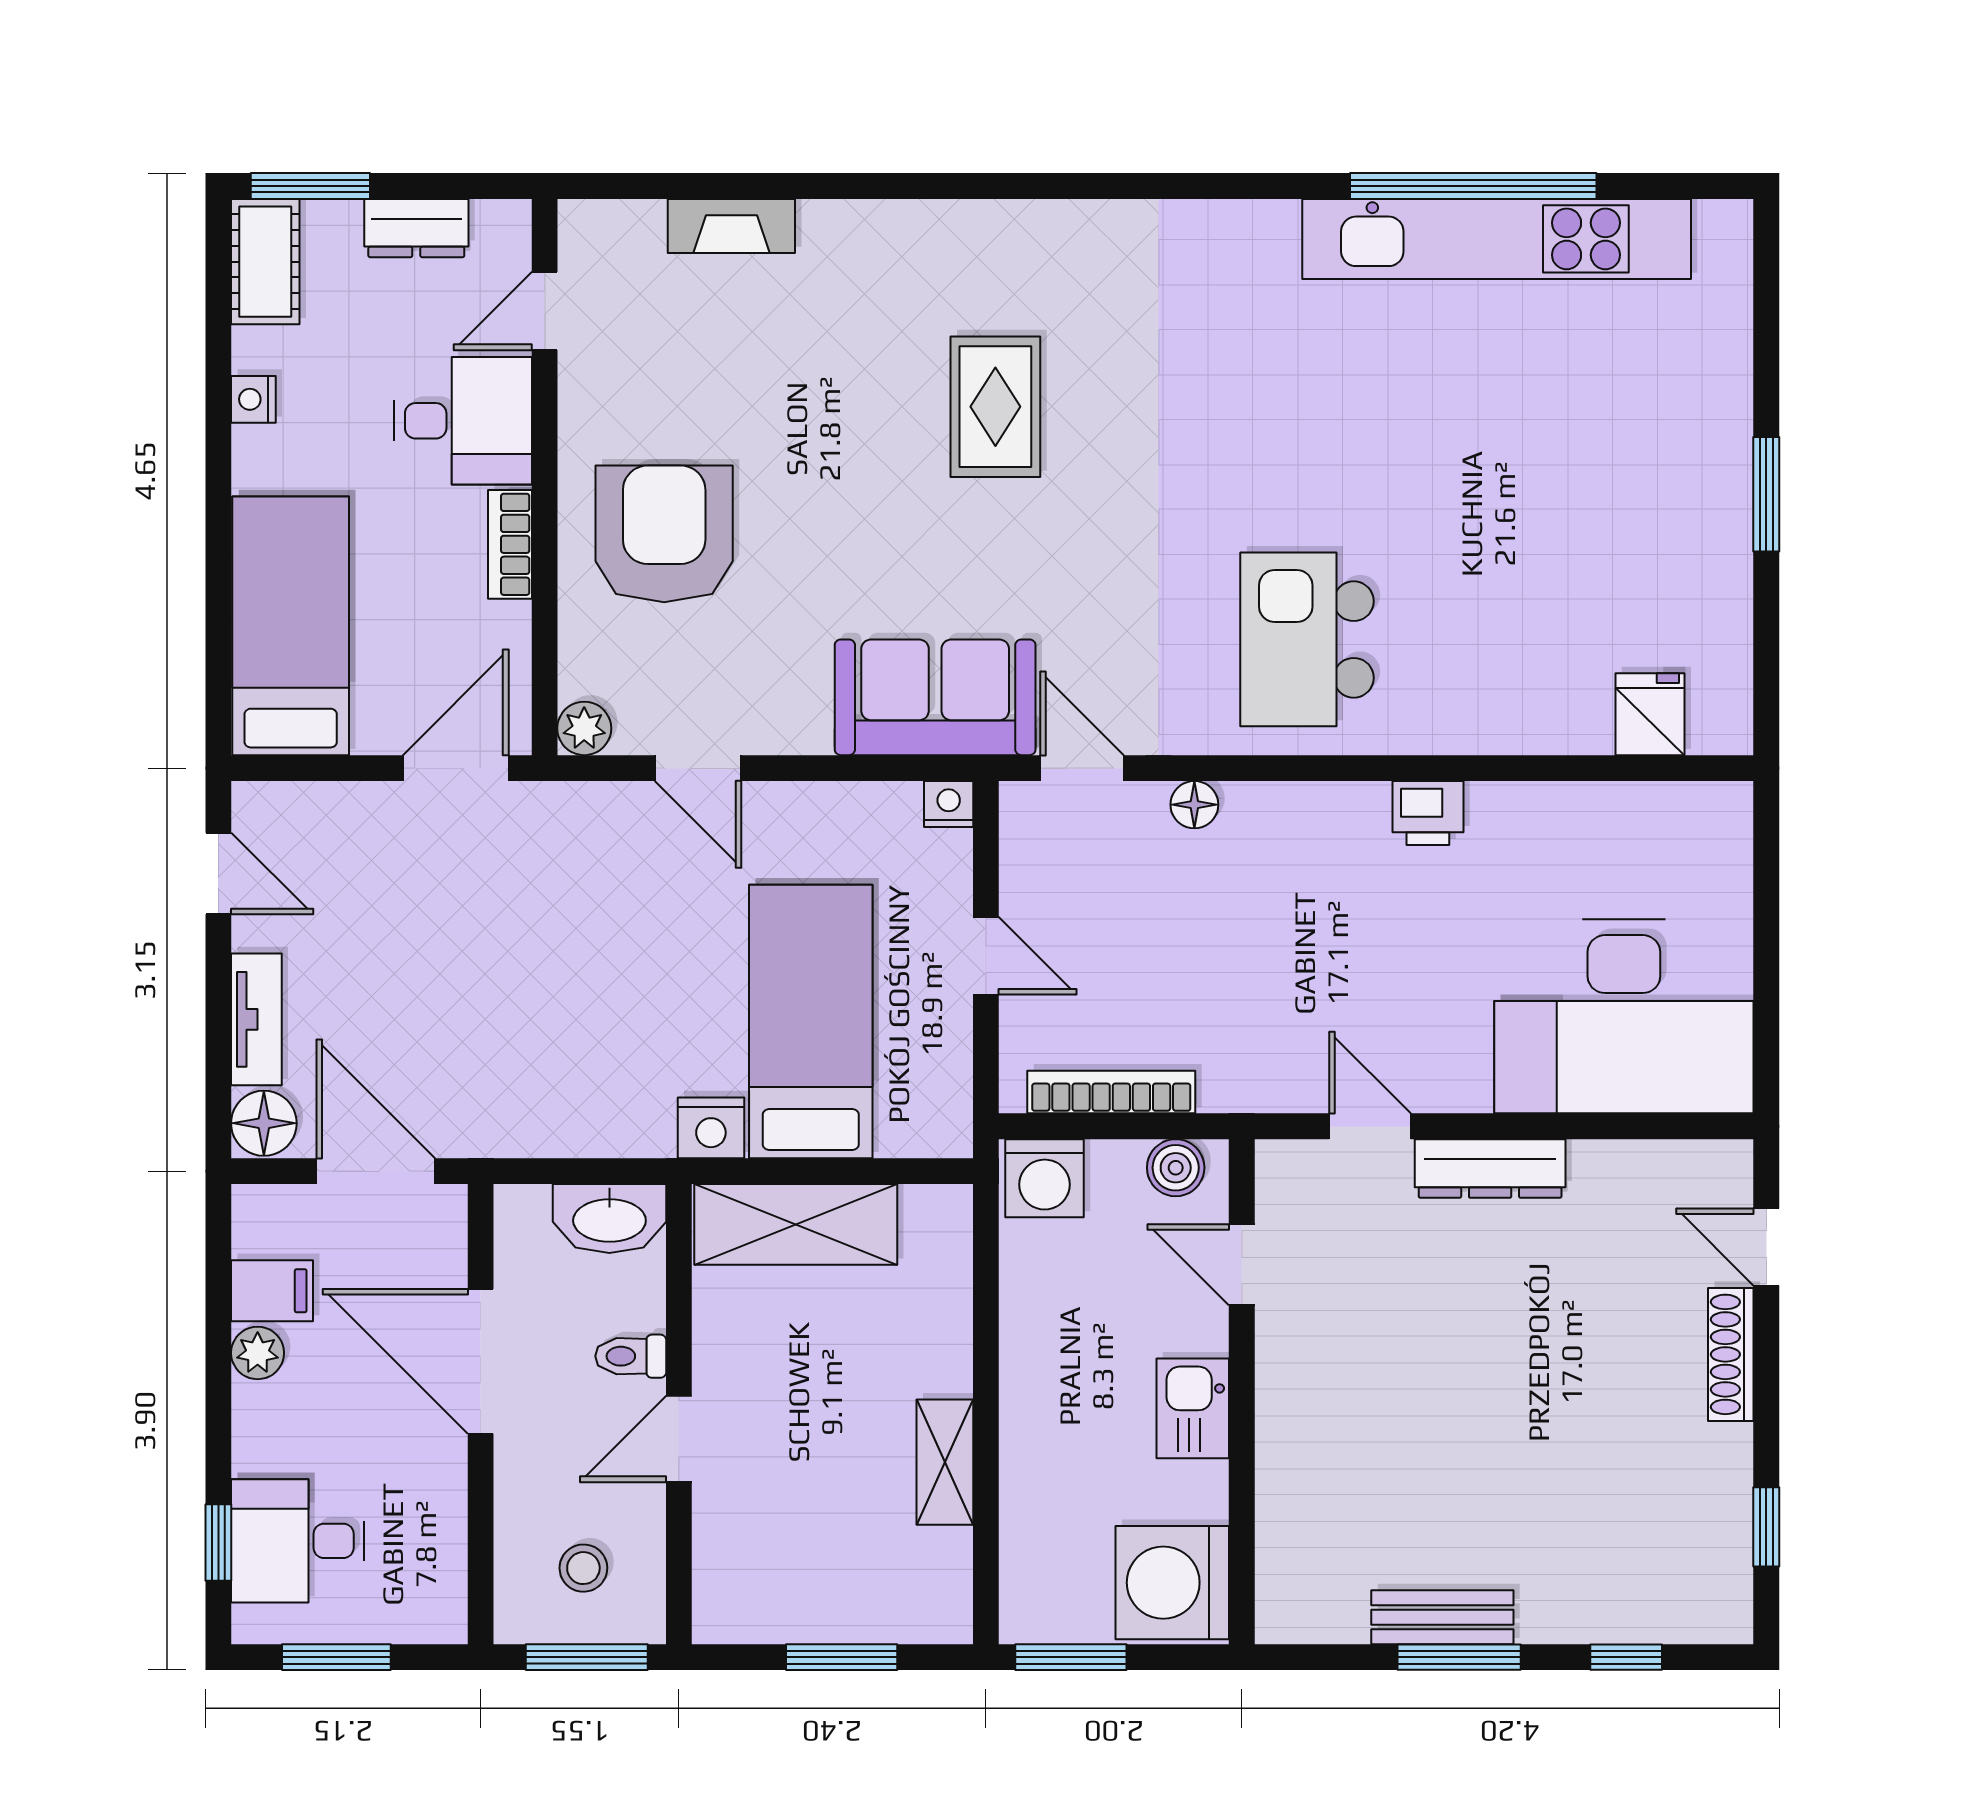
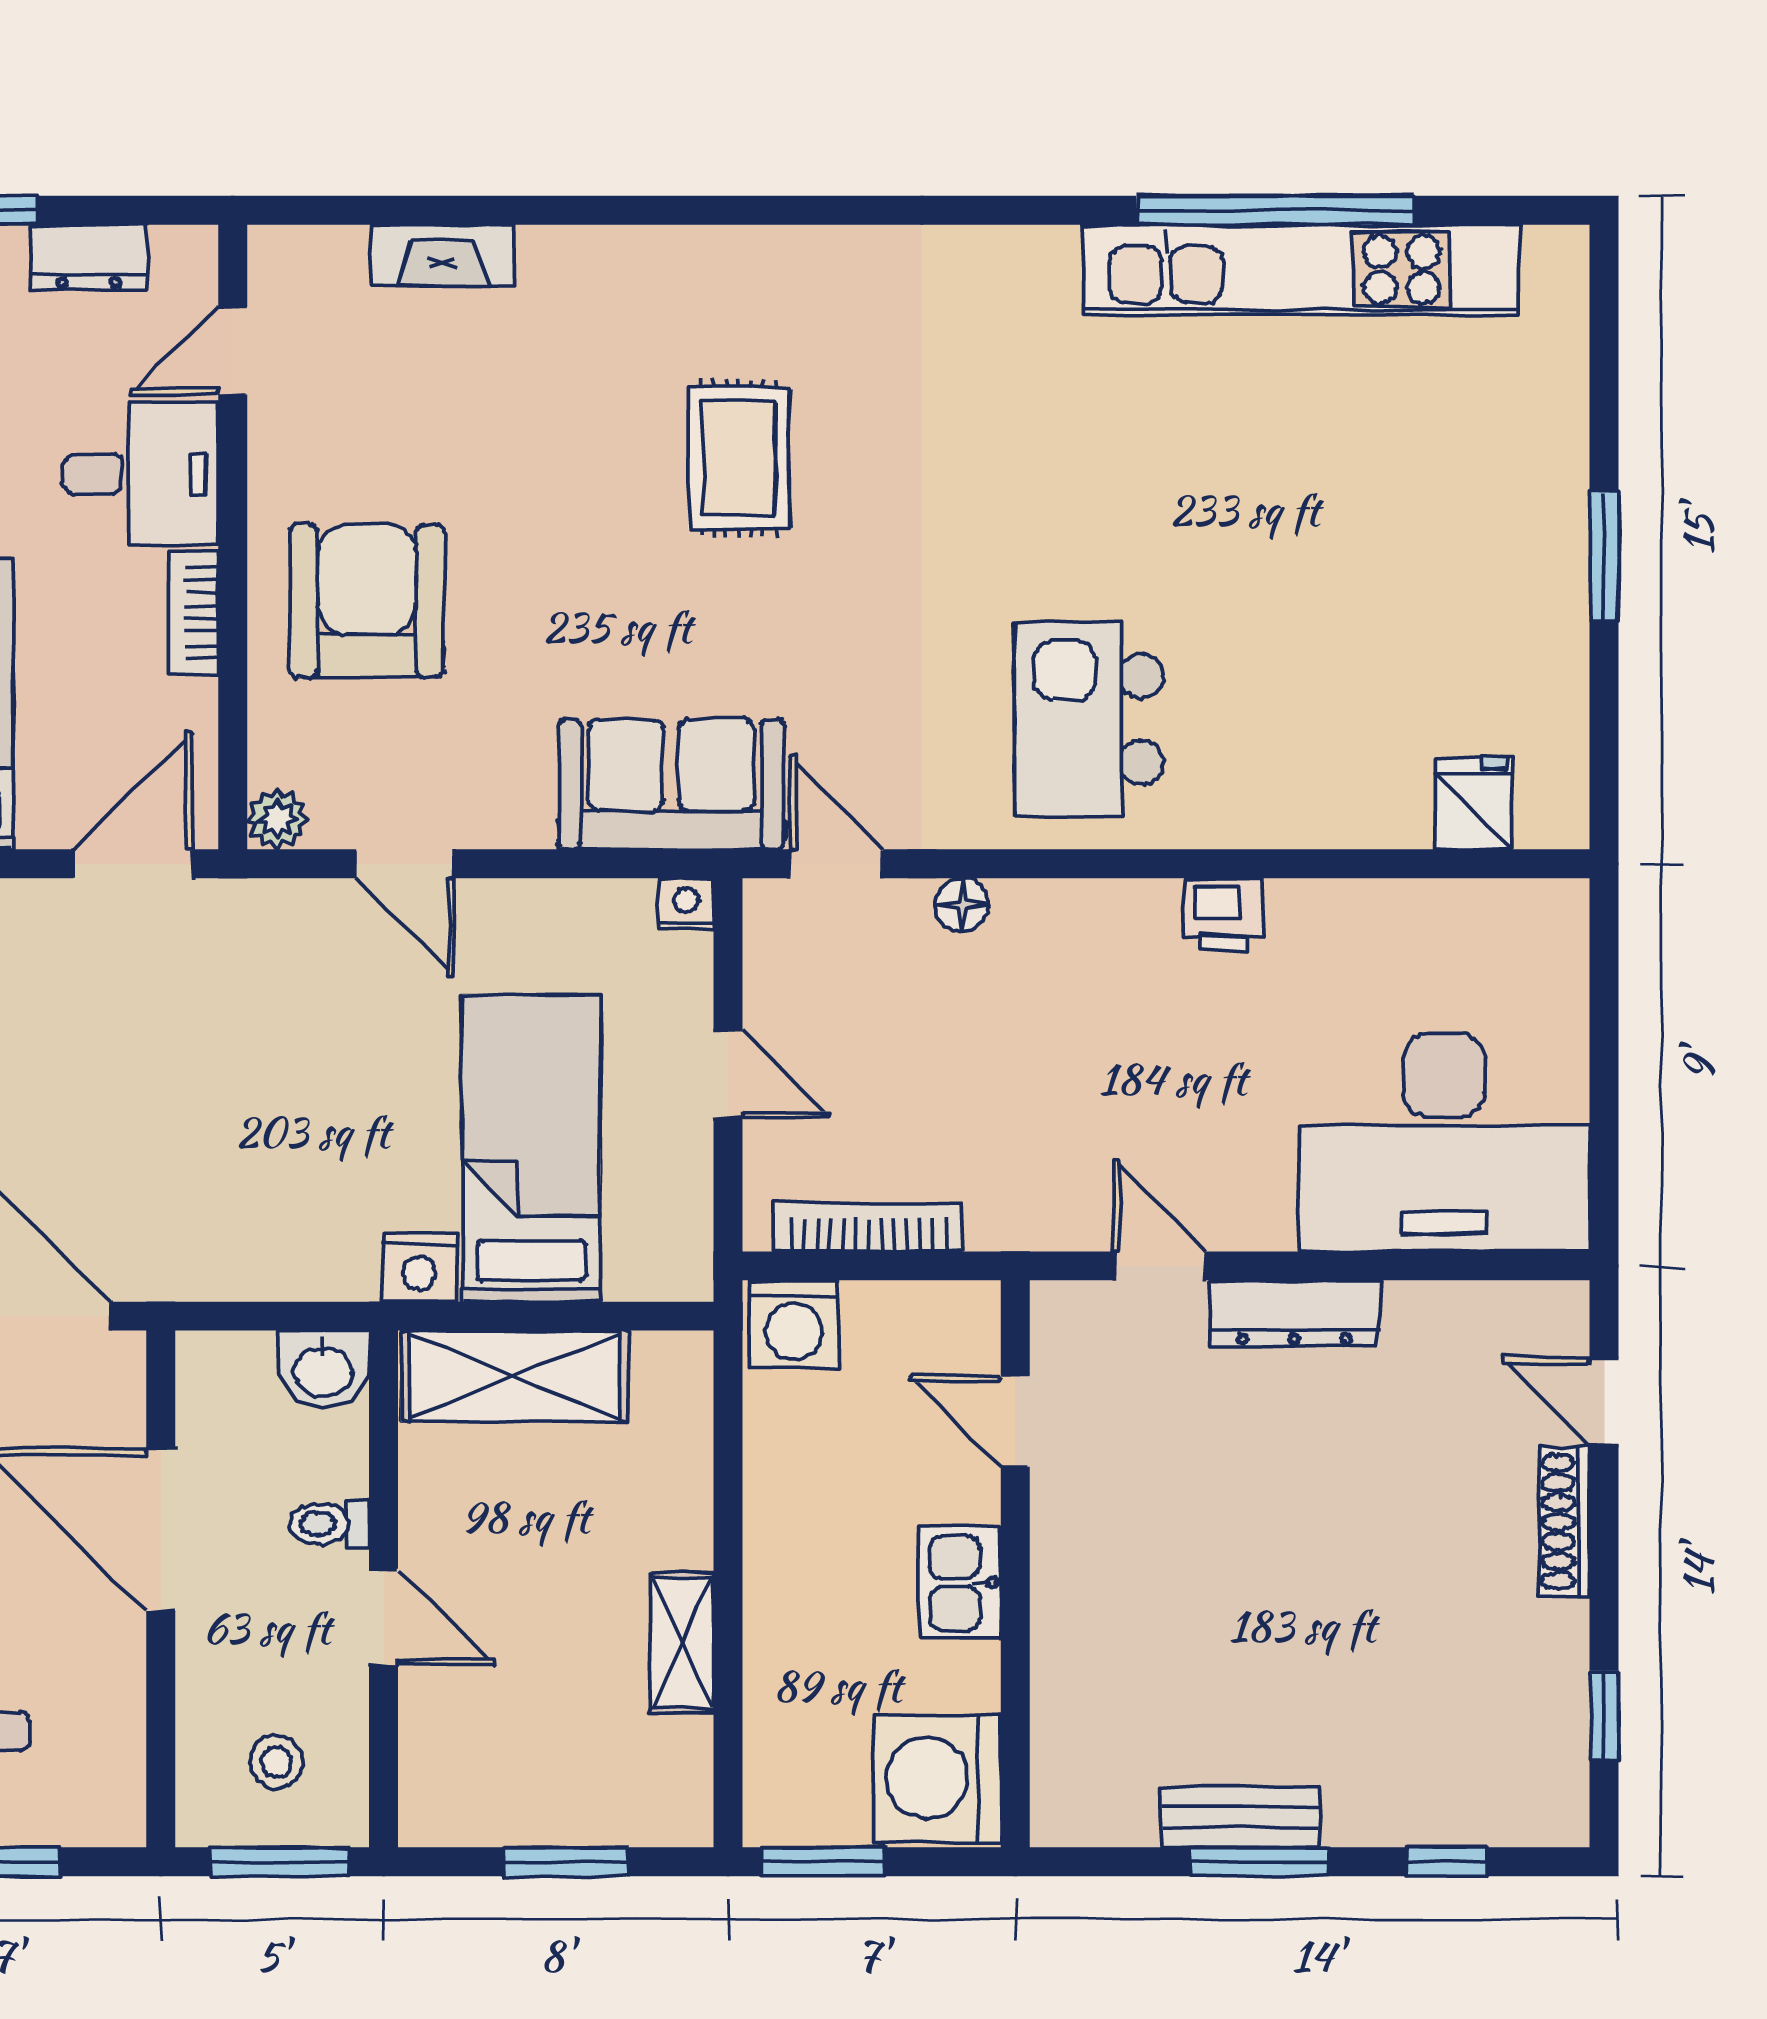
boiler: (1176, 1168) -> (941, 1312), removed
washbasin: (609, 1218) -> (323, 1369), width x0.72
door: (679, 1439) -> (383, 1617), swing flipped

